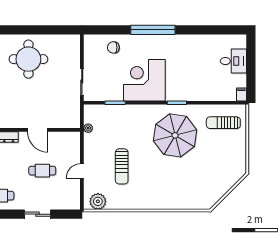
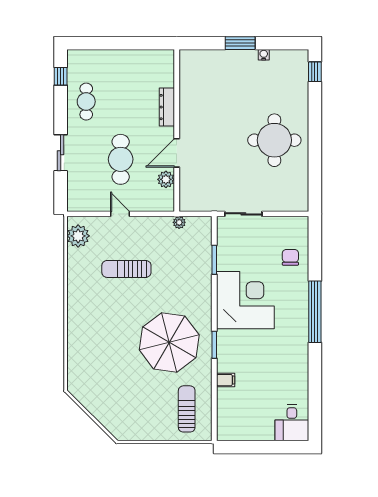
desk: (233, 61) -> (292, 423), moved
filing cabinet: (241, 94) -> (226, 380), moved
plant: (57, 138) -> (166, 179), added
cafe table: (42, 171) -> (121, 159), width x1.37, depth x1.35

